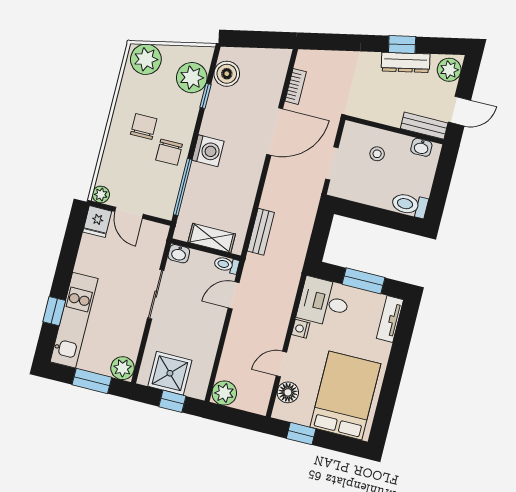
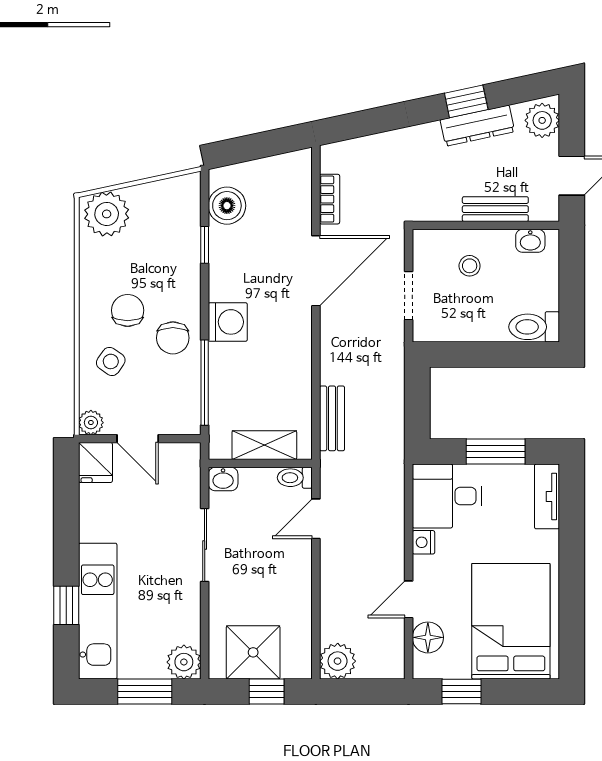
plant: (192, 78) -> (179, 224), removed
bench: (424, 126) -> (495, 209), moved
side table: (124, 157) -> (111, 361), added

